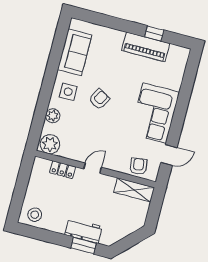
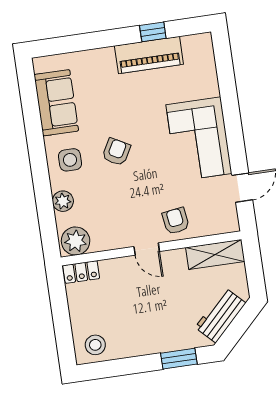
armchair: (138, 166) -> (176, 221), moved
door: (93, 168) -> (147, 249), swing flipped
locker: (62, 170) -> (81, 272), moved
workbench: (83, 231) -> (220, 315), moved, turned -45

